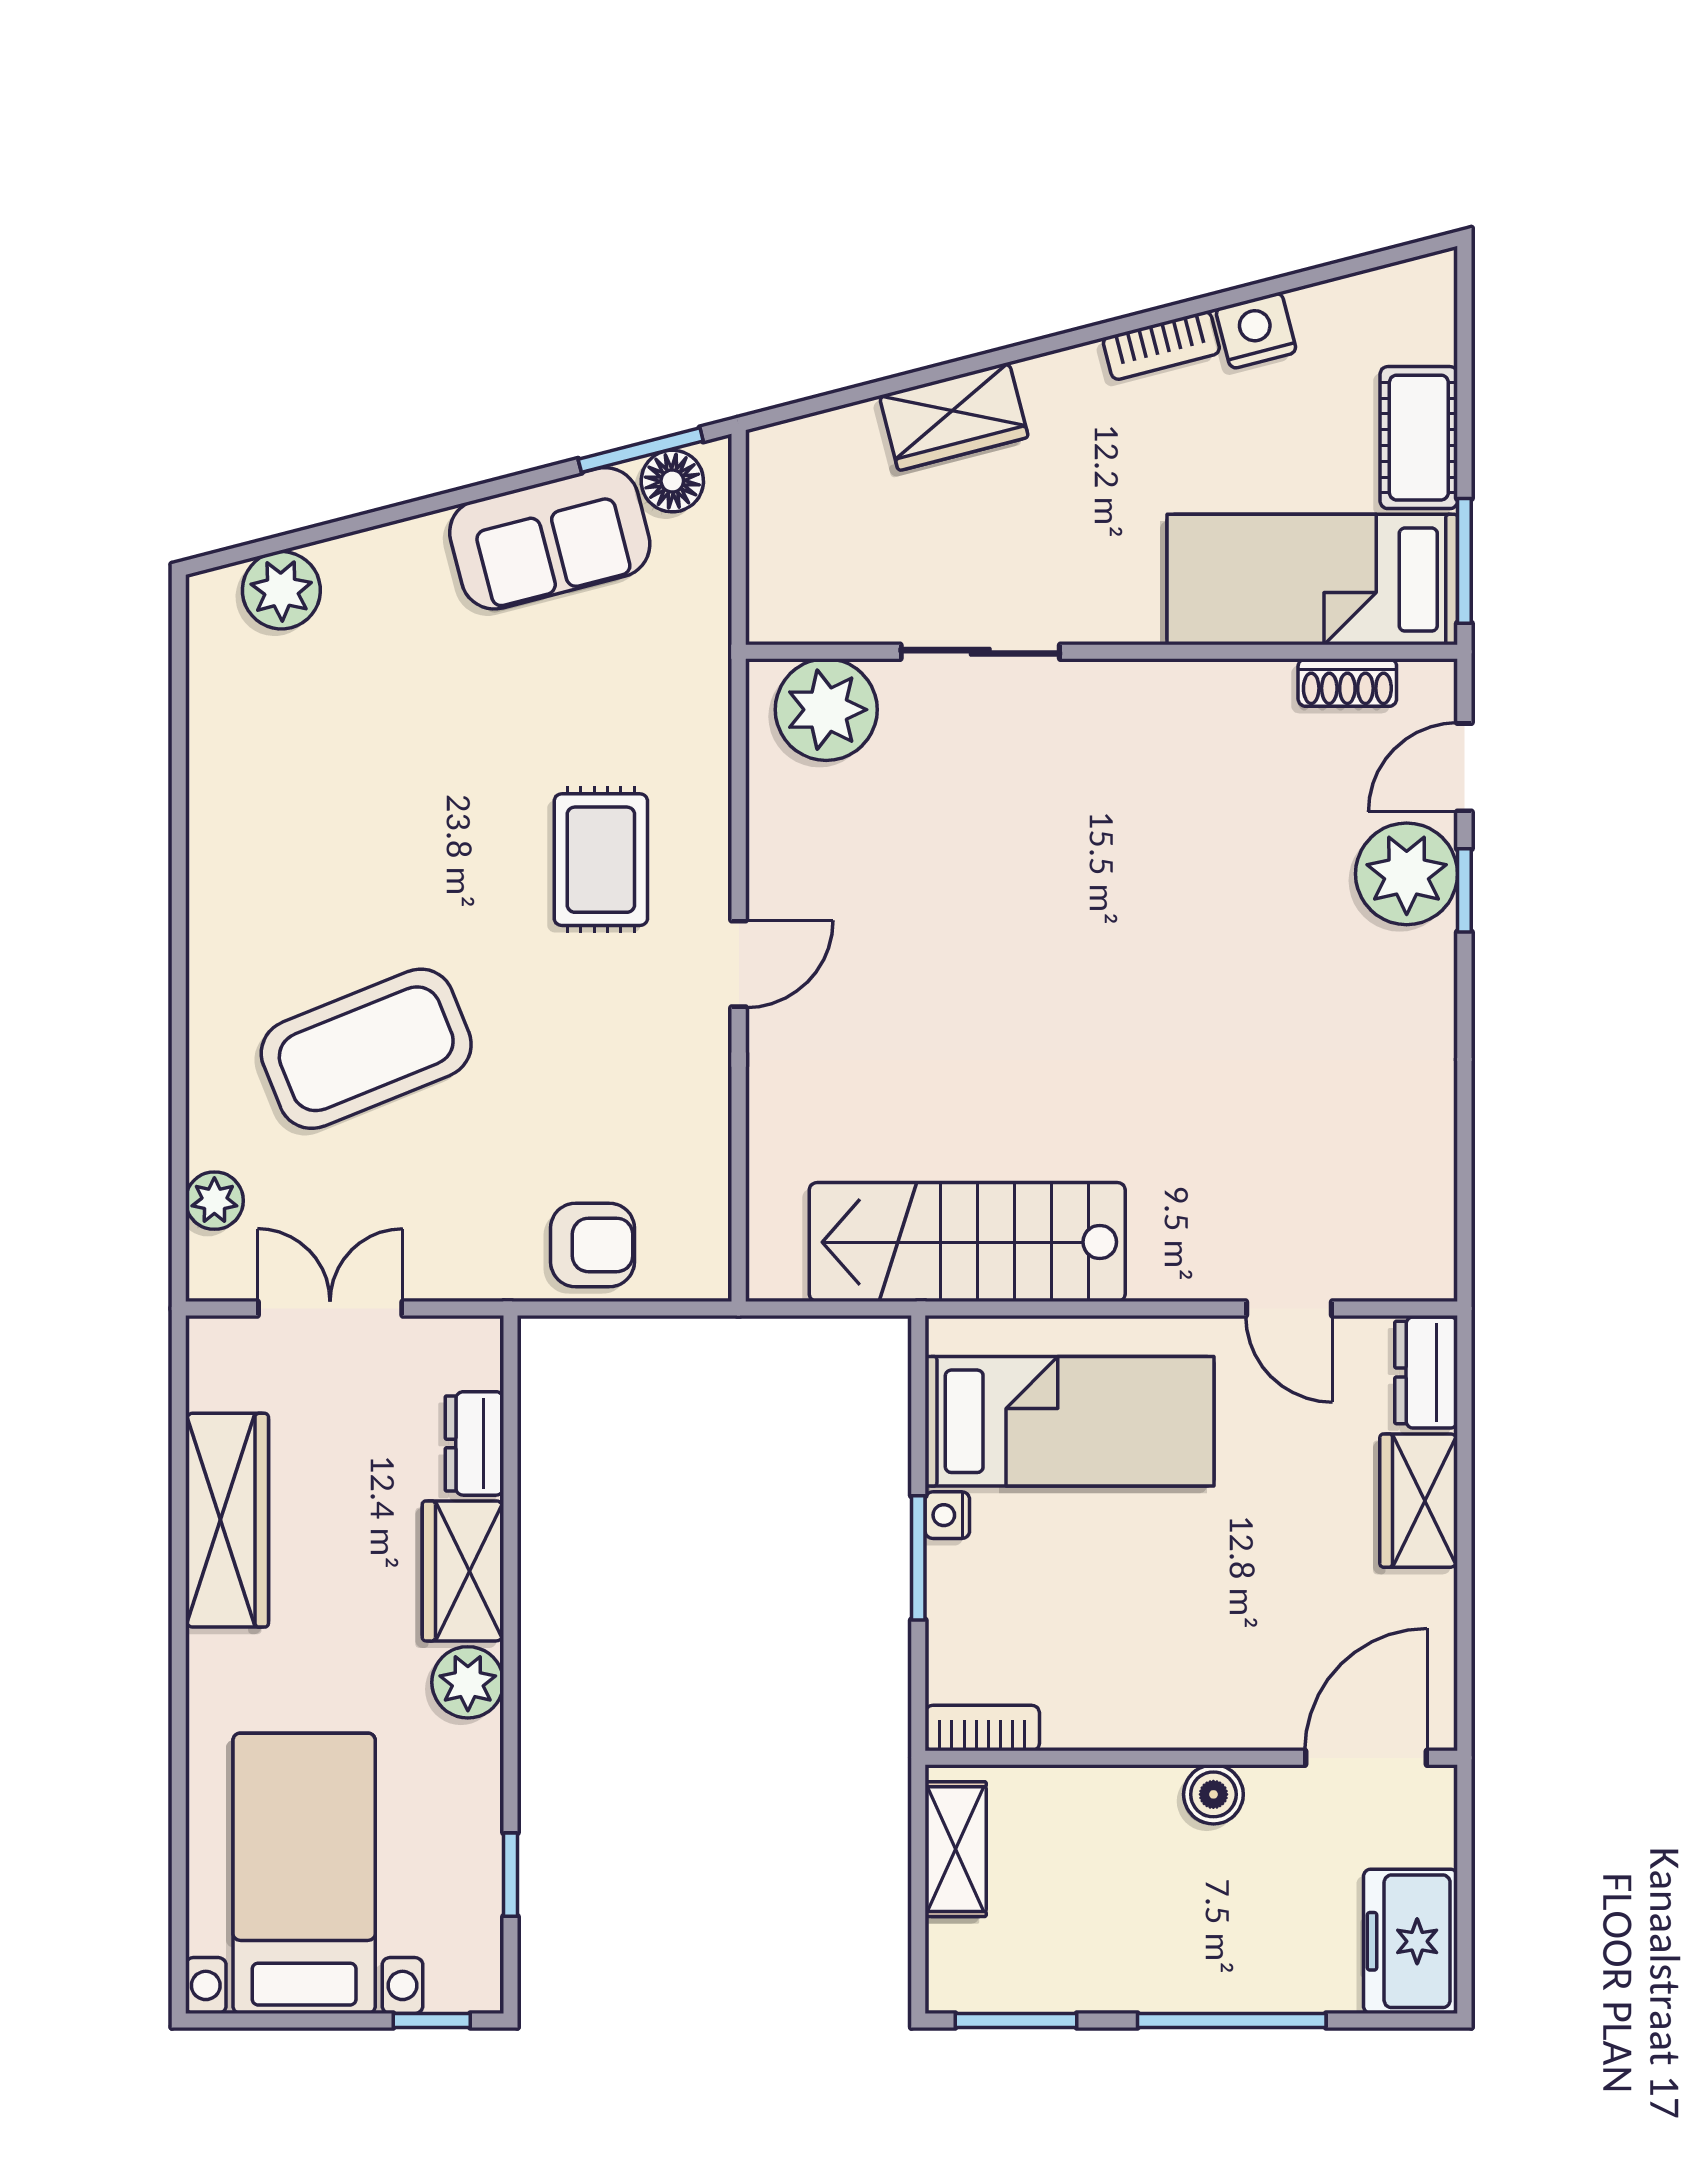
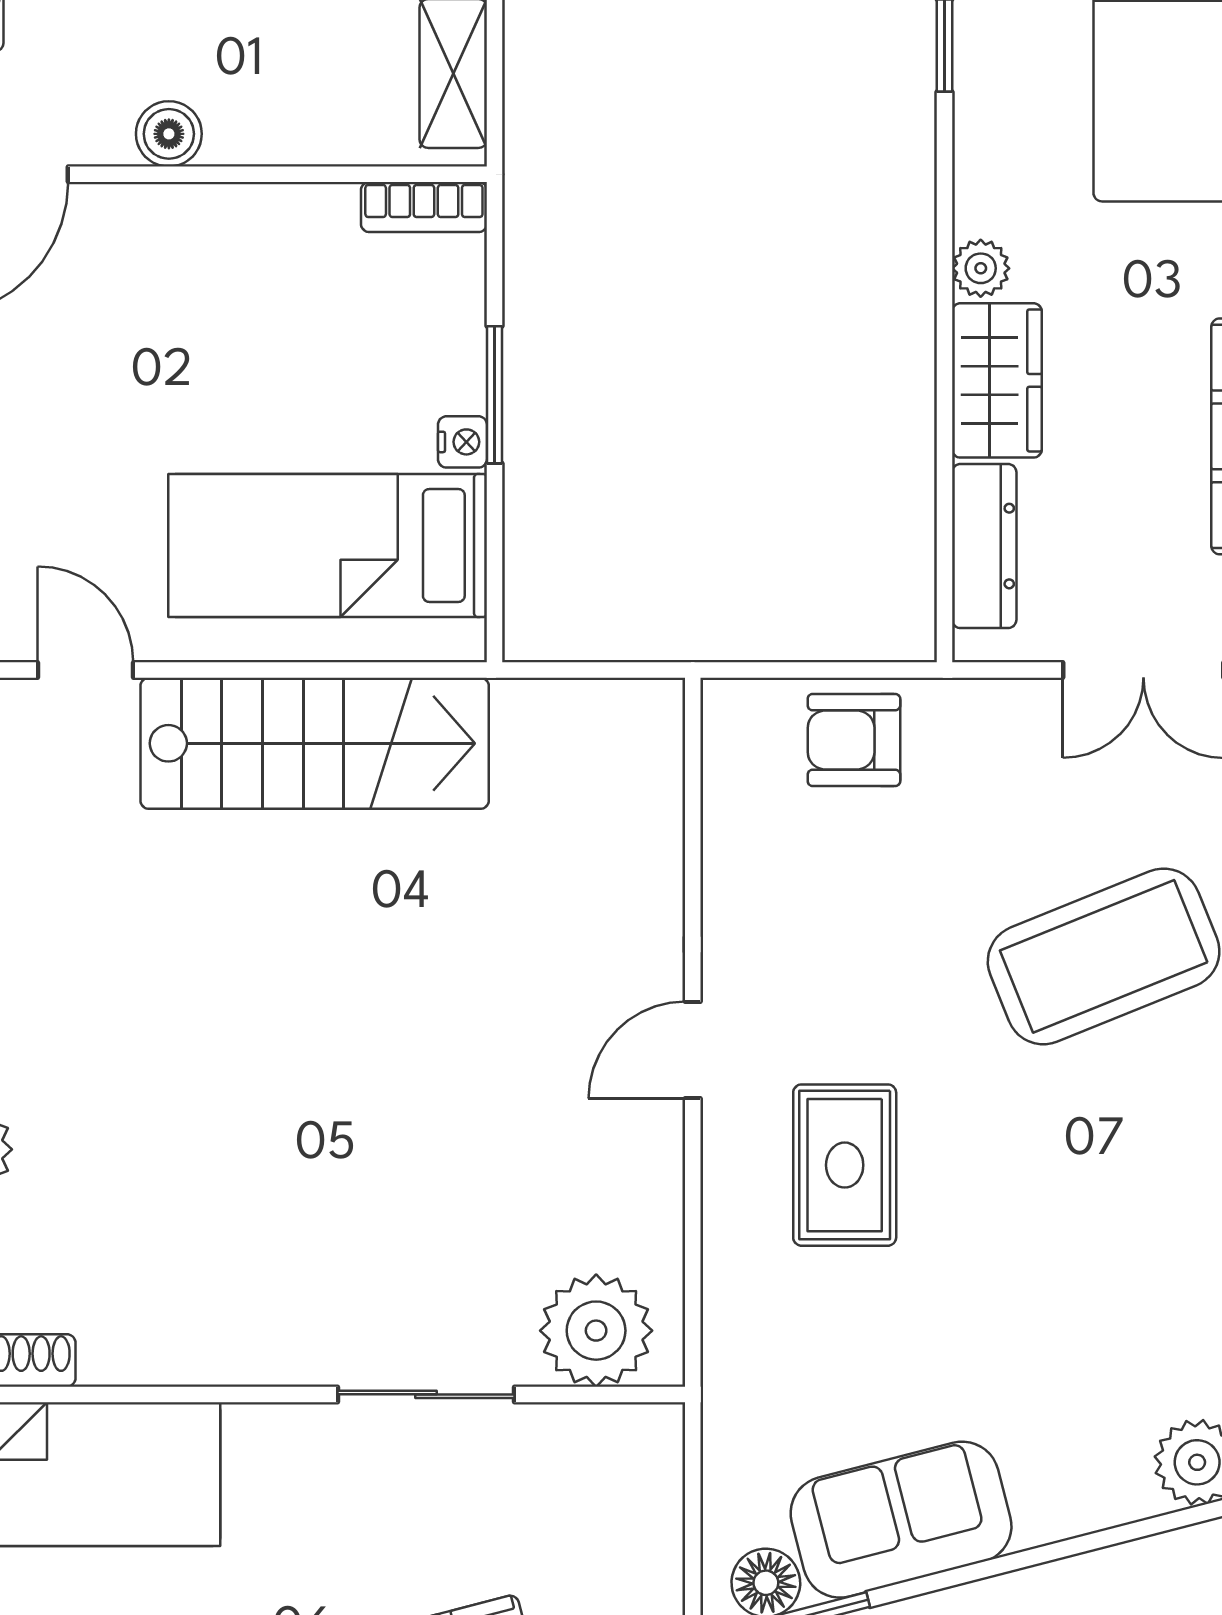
stairs: (967, 1242) -> (315, 743), moved
dresser: (474, 1443) -> (984, 546), width x1.44
plant: (468, 1682) -> (981, 268), width x0.73, depth x0.73

